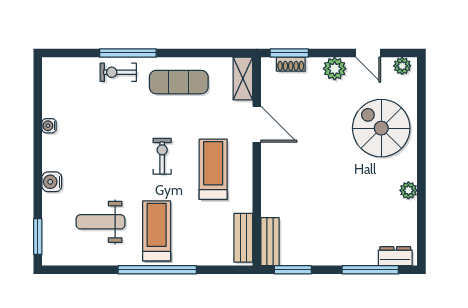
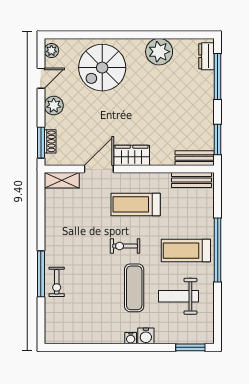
exercise mat: (179, 82) -> (134, 288), moved
water cooler: (49, 126) -> (131, 338), moved
wardrobe: (274, 164) -> (132, 155), added
plant: (408, 190) -> (159, 52), width x1.88, depth x1.88
weight bench: (100, 222) -> (179, 296), turned 90

